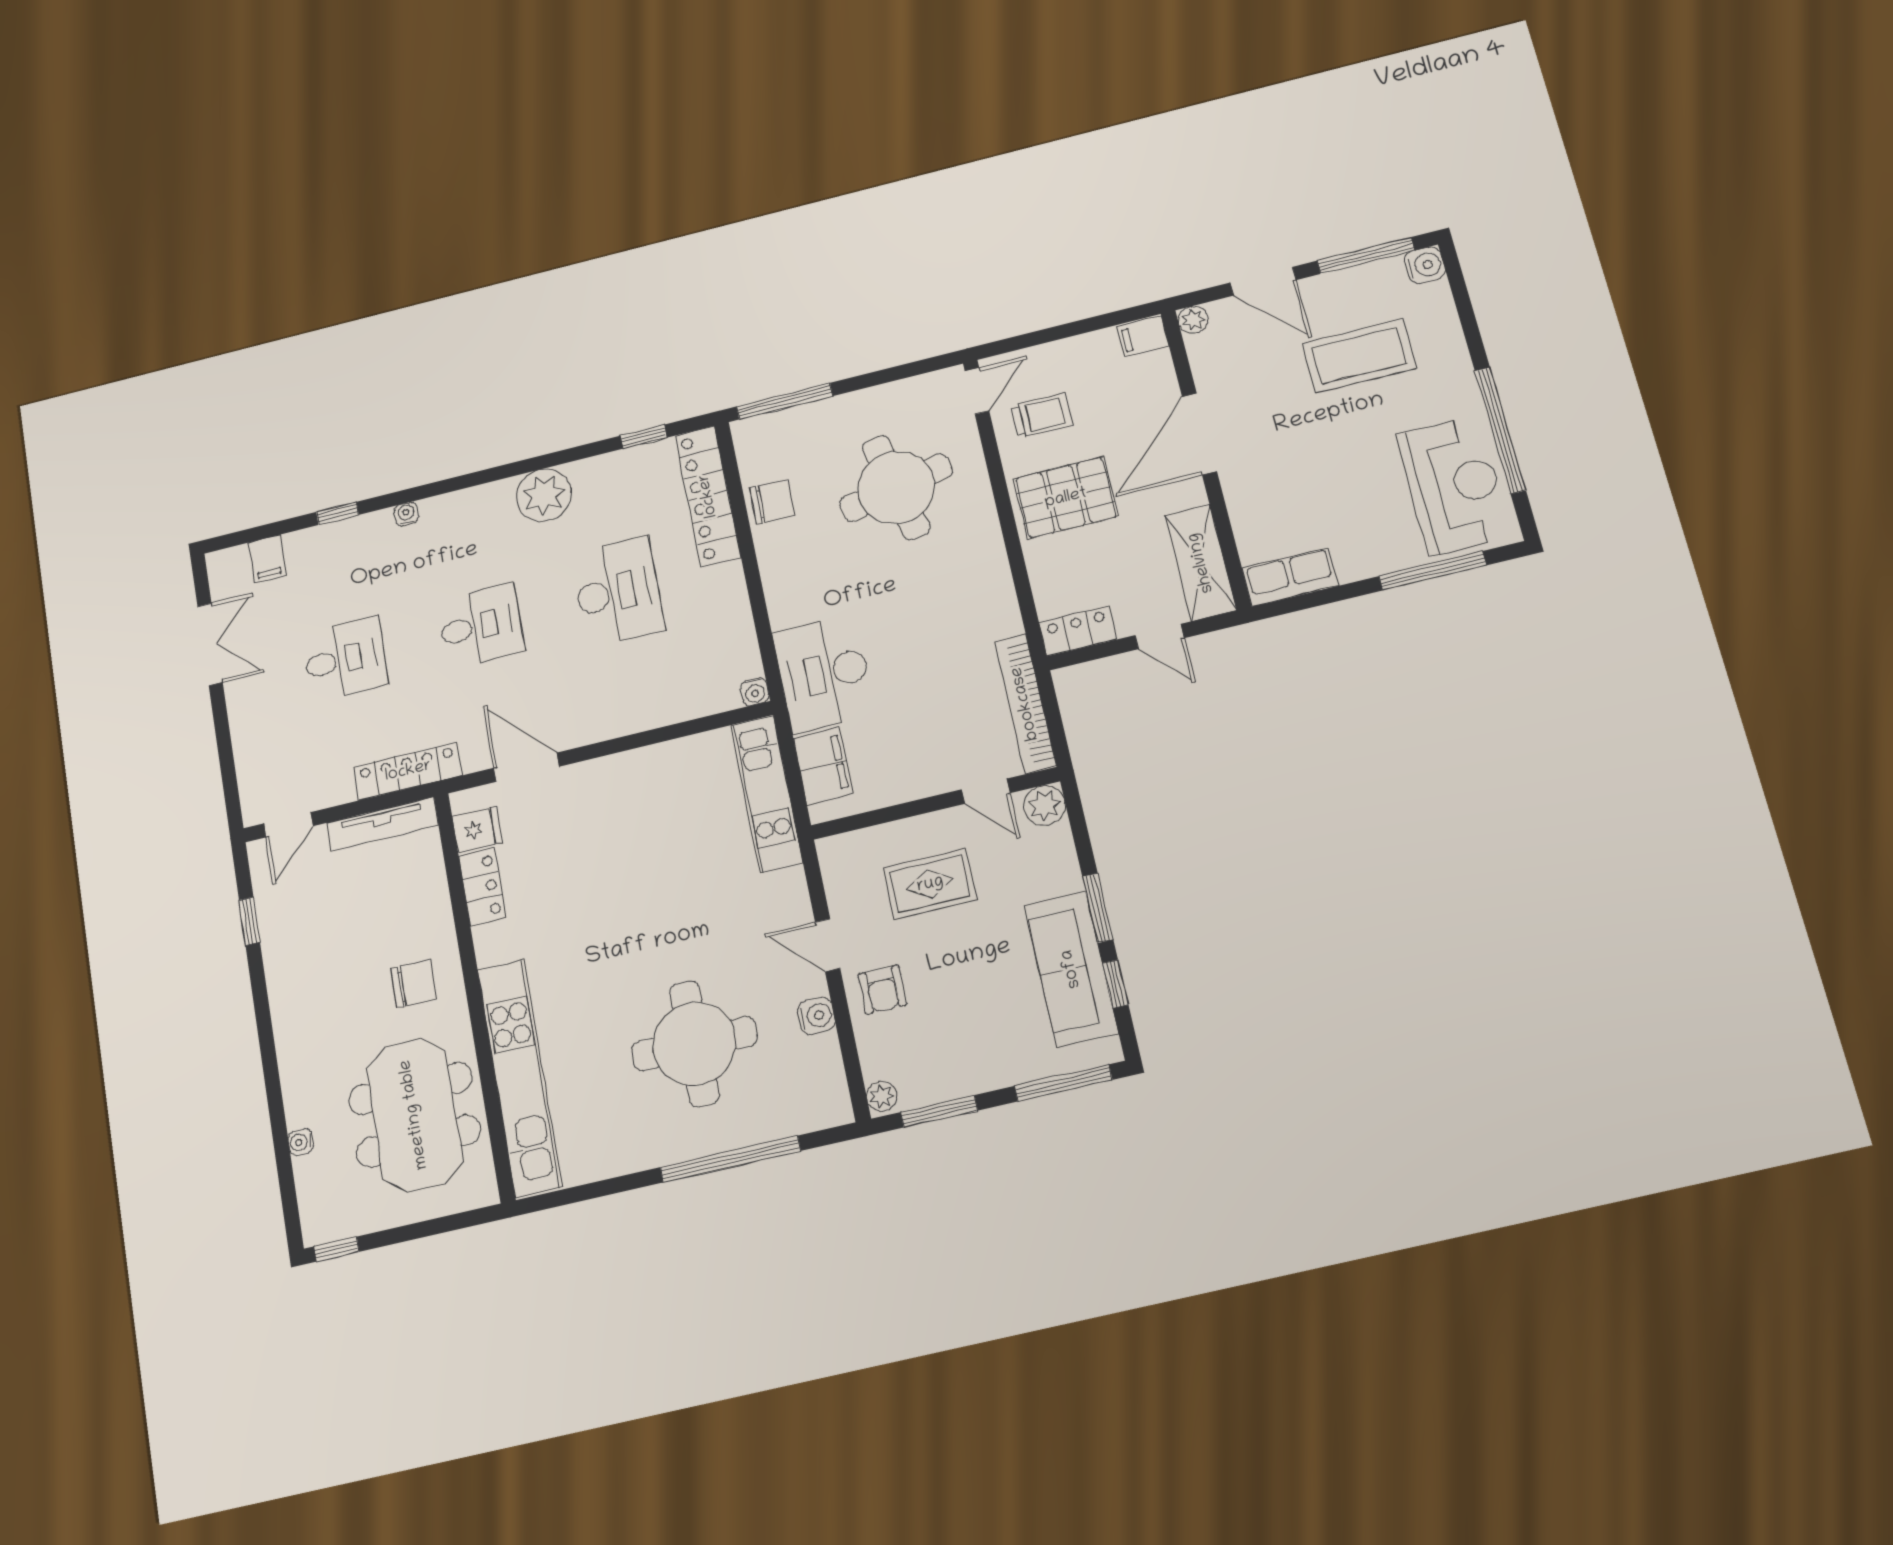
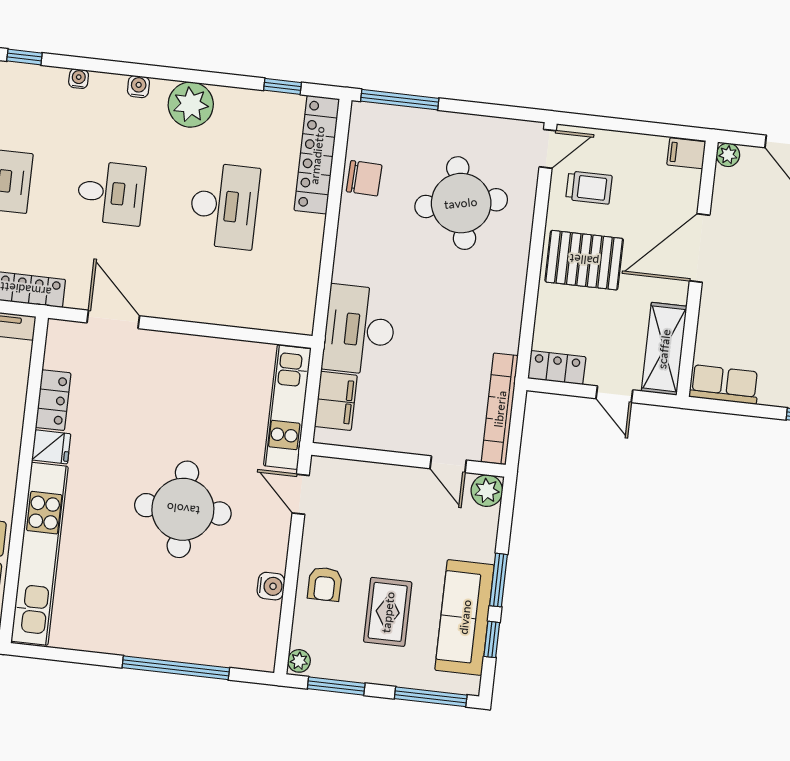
water cooler: (755, 692) -> (138, 87), moved, turned 180
fridge: (477, 829) -> (51, 447), moved
rug: (930, 884) -> (388, 612), moved, turned 90
door: (828, 945) -> (301, 494), moved
round table: (694, 1044) -> (183, 509), moved

